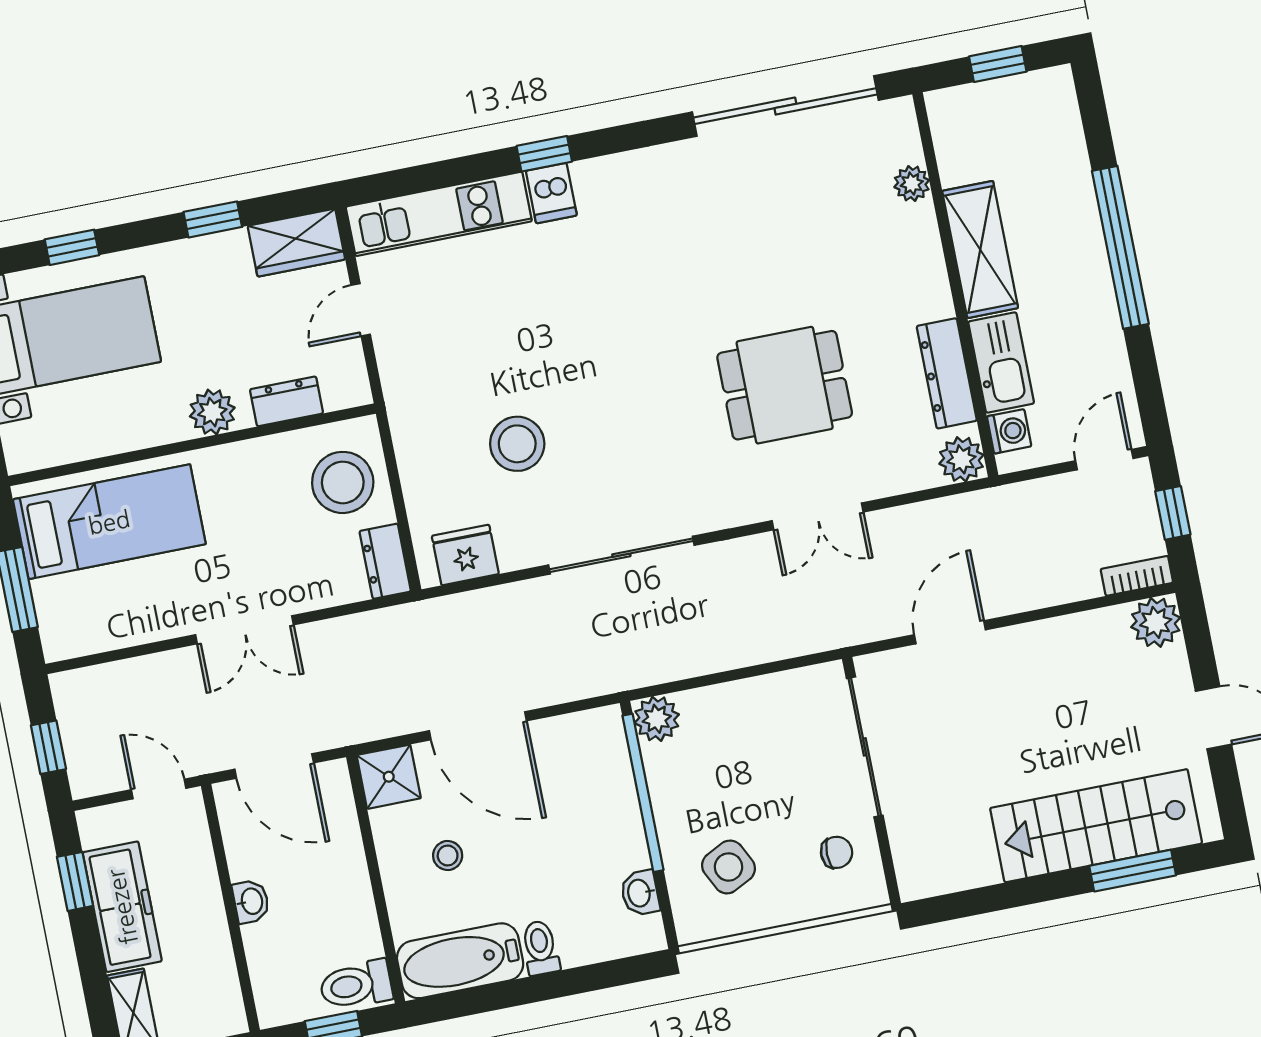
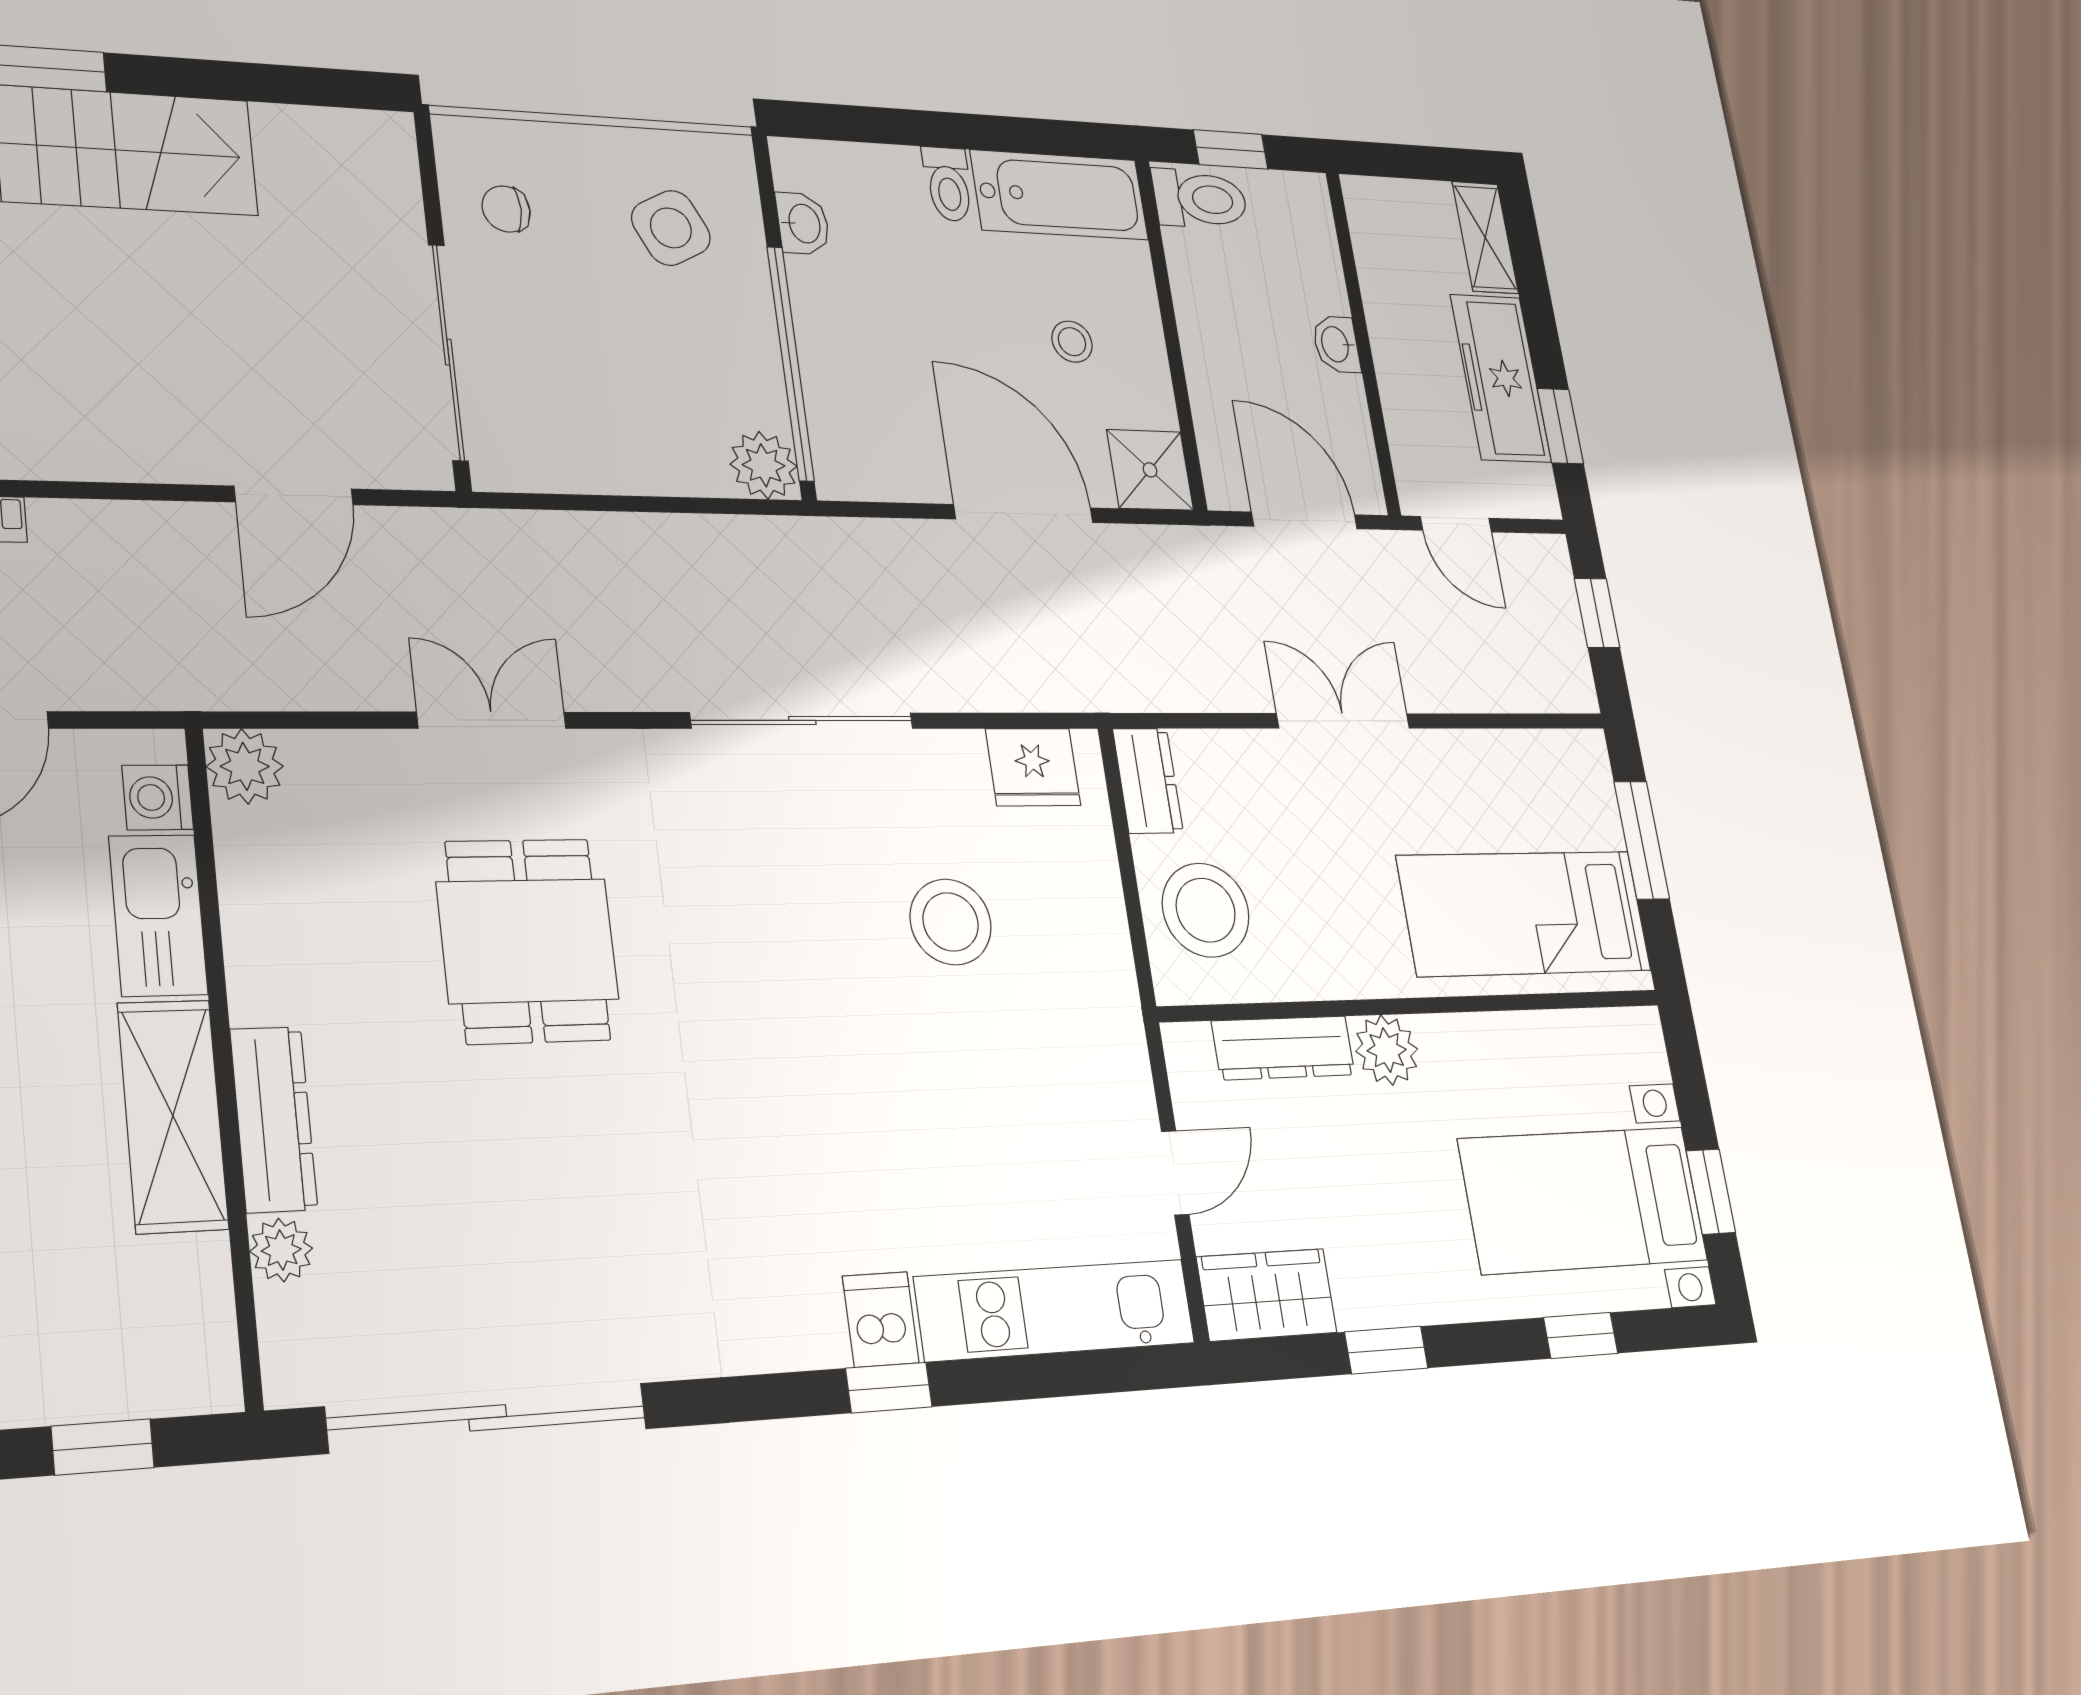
dresser: (947, 373) -> (274, 1119), moved
dining table: (785, 385) -> (528, 941), turned 90
dresser: (287, 401) -> (1283, 1048), width x1.44

